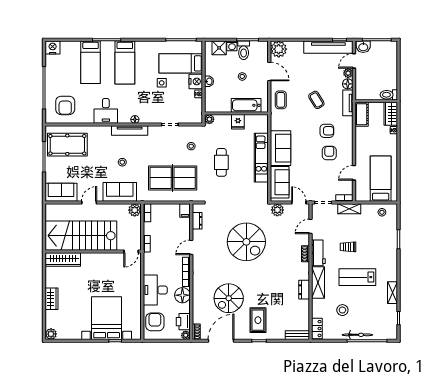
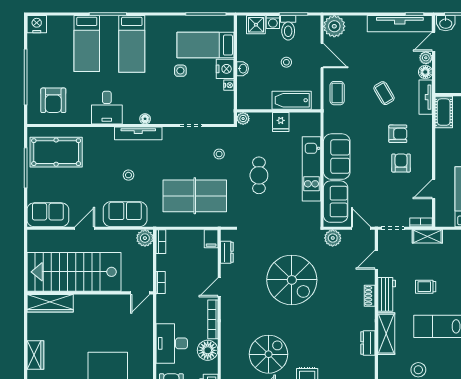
spiral stairs: (229, 298) -> (269, 354), turned 180

